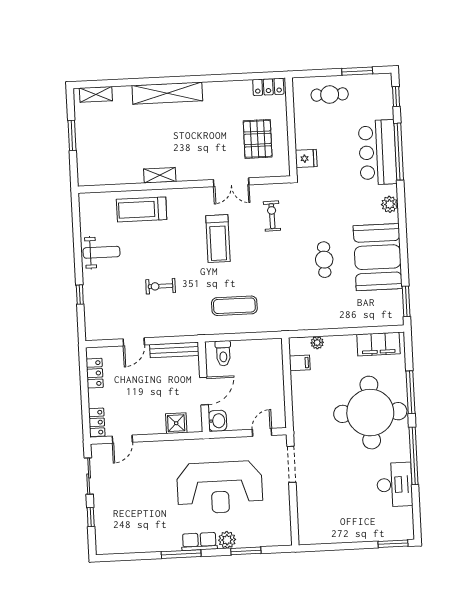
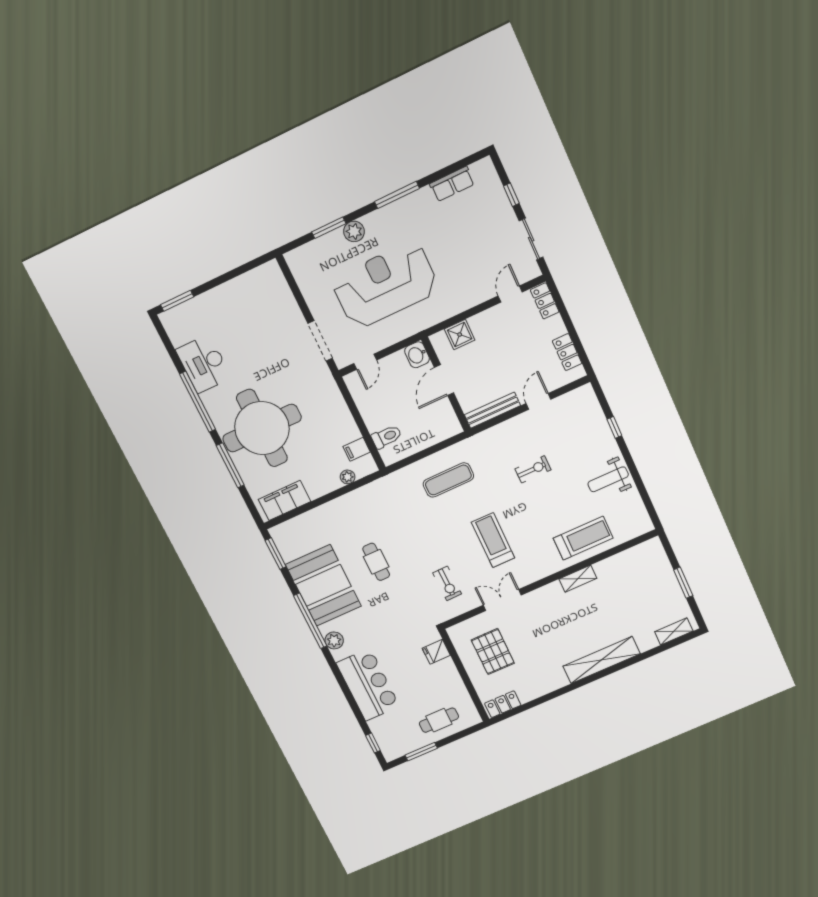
window: (399, 152) -> (310, 621), moved
toilet: (223, 353) -> (386, 437), moved, turned 90
row of seats: (199, 542) -> (452, 184), moved

